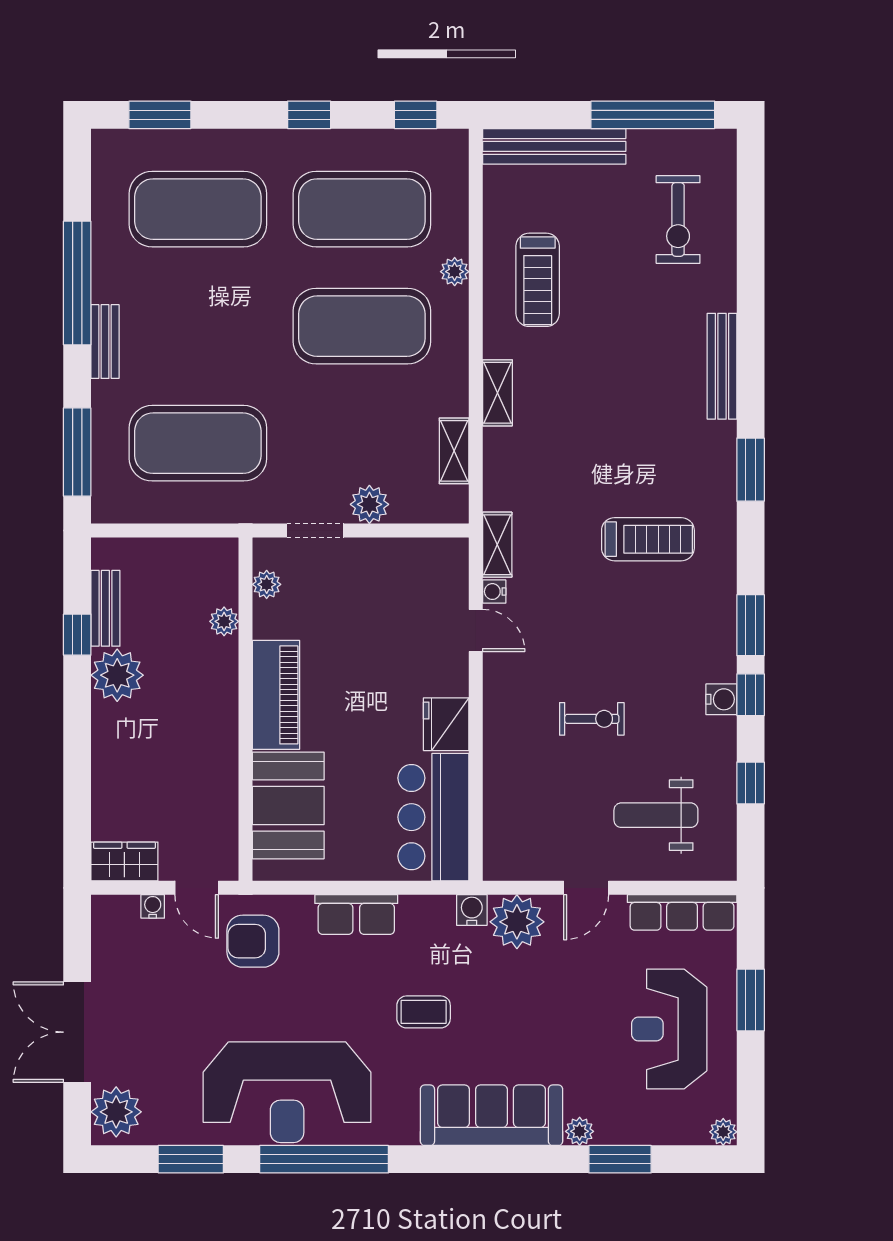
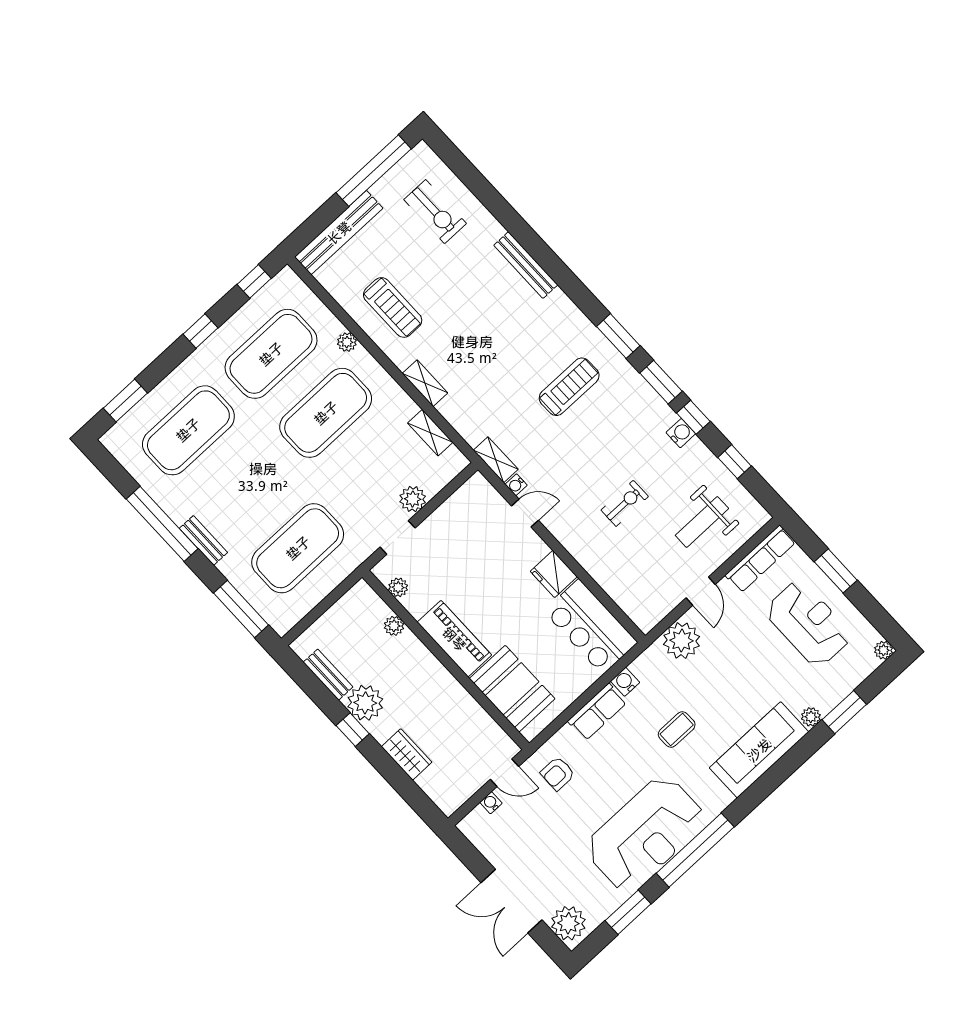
window: (751, 470) -> (618, 336), moved
window: (77, 635) -> (353, 730), moved
wardrobe: (124, 862) -> (407, 754), moved, turned 90
water cooler: (472, 910) -> (625, 682), moved
armchair: (253, 941) -> (558, 773), width x0.72, depth x0.72
reception desk: (669, 1029) -> (808, 624), turned 180

